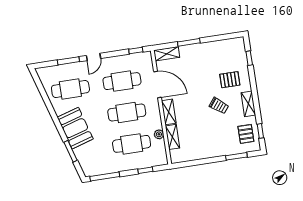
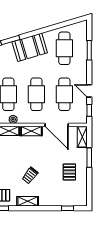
door: (93, 57) -> (89, 91), moved
pallet: (230, 80) -> (69, 172), moved
door: (158, 85) -> (57, 125), hinge flipped

